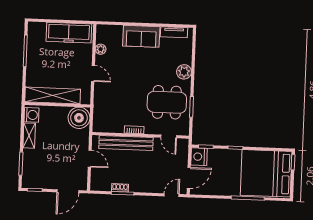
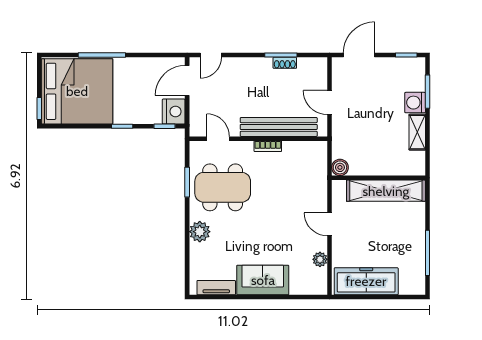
washing machine: (31, 115) -> (415, 103), moved
boiler: (79, 118) -> (340, 167), width x0.54, depth x0.54

